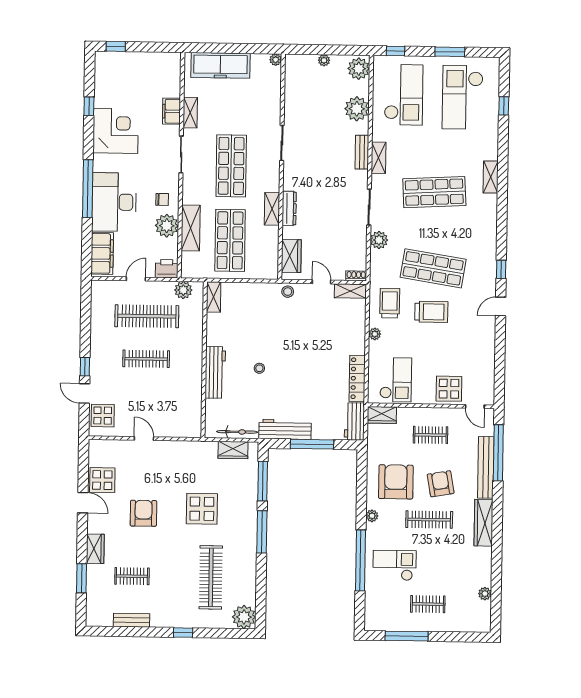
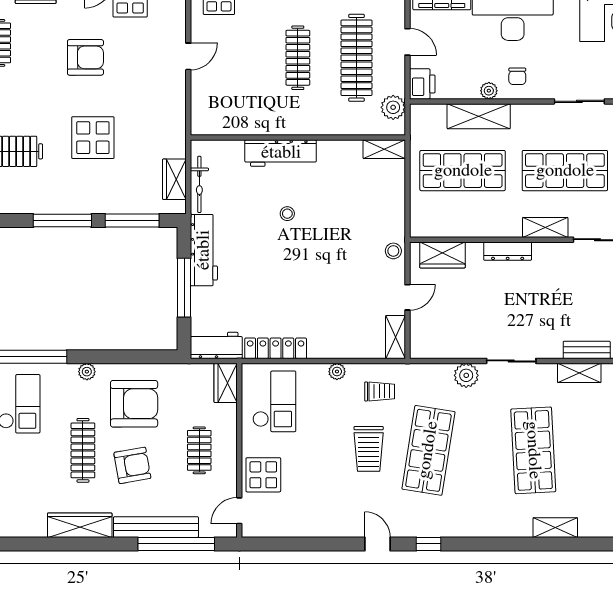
shelving: (272, 209) -> (545, 227), moved
plant: (167, 226) -> (489, 91), width x0.53, depth x0.53
shoe rack: (356, 276) -> (416, 345), removed
trolley: (390, 303) -> (380, 391), width x0.73, depth x0.72
checkout: (396, 380) -> (274, 401), turned -90

